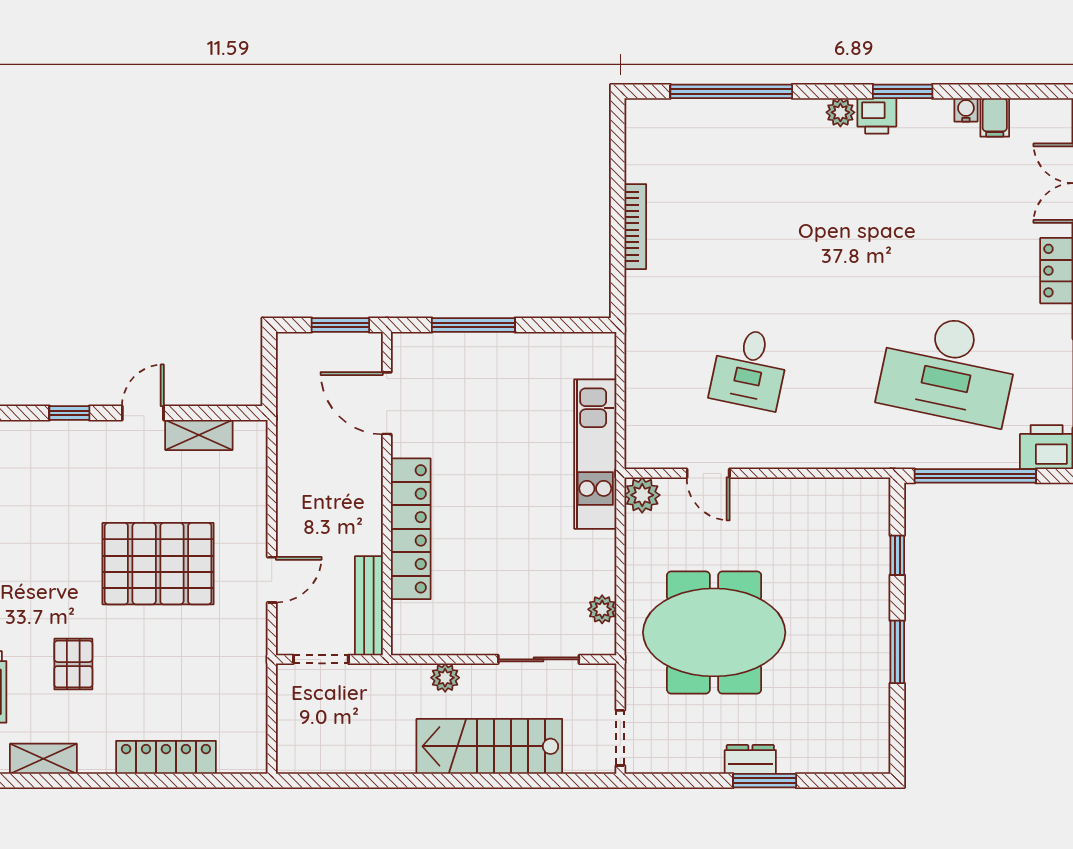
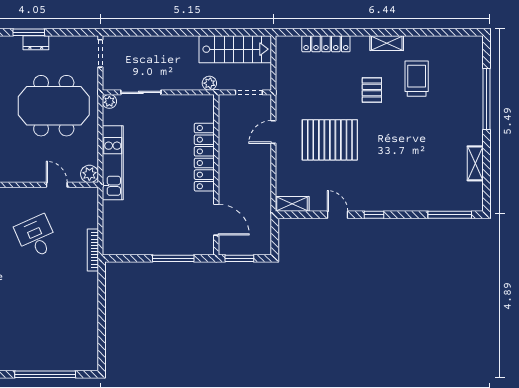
bookcase: (635, 227) -> (93, 250), moved
desk: (750, 369) -> (36, 237), turned -36
door: (143, 413) -> (337, 215), swing flipped
shelving: (199, 435) -> (292, 204), moved
kitchen unit: (595, 454) -> (113, 163), moved
bench: (369, 606) -> (225, 119), removed
plant: (602, 609) -> (109, 101), moved
plant: (445, 678) -> (209, 83), moved
stairs: (489, 746) -> (235, 49), moved

